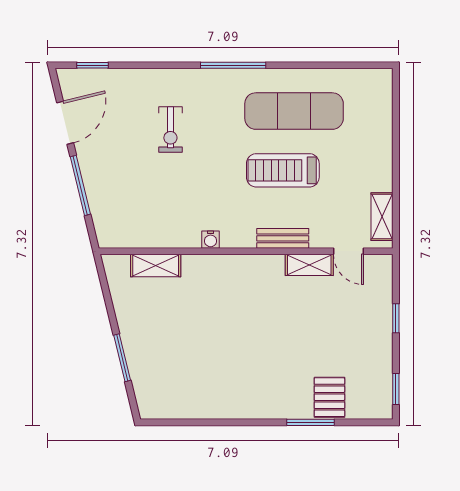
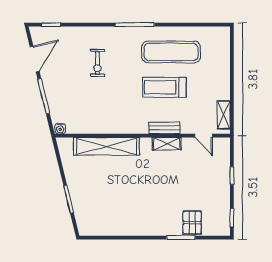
water cooler: (211, 240) -> (60, 129), moved
shelving: (156, 265) -> (107, 146), width x2.20, depth x1.33
shelving: (309, 265) -> (167, 144), moved

